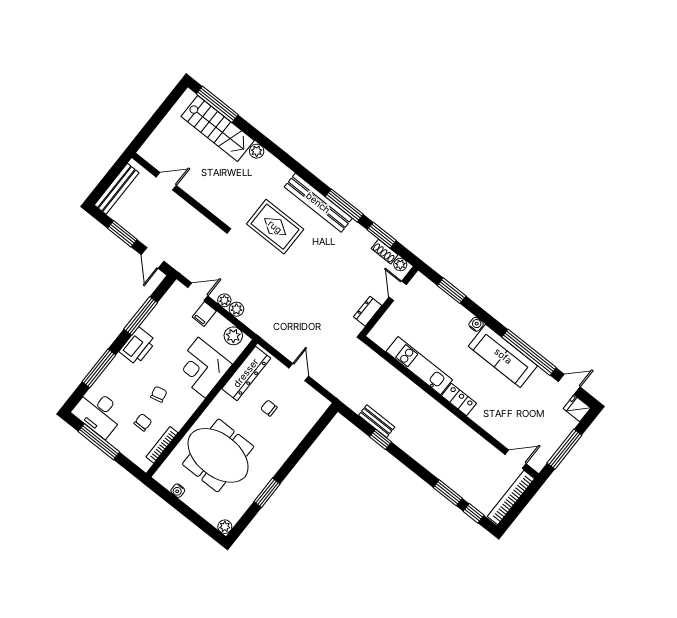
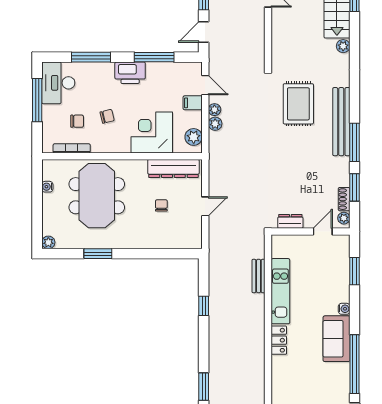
sofa: (503, 356) -> (337, 339), width x0.73
bench: (377, 421) -> (259, 276), moved

